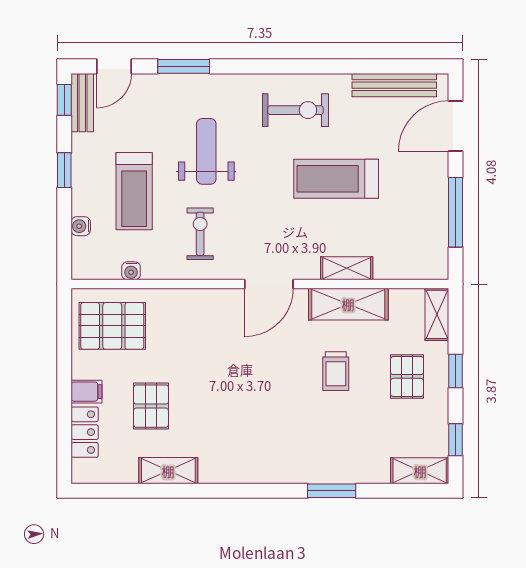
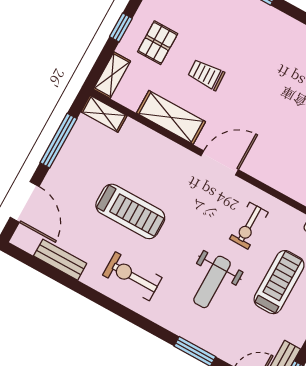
bench: (394, 85) -> (60, 260), width x0.73
door: (456, 126) -> (25, 202), hinge flipped
shelving: (347, 268) -> (104, 114), moved
trolley: (336, 371) -> (206, 75), turned -92

